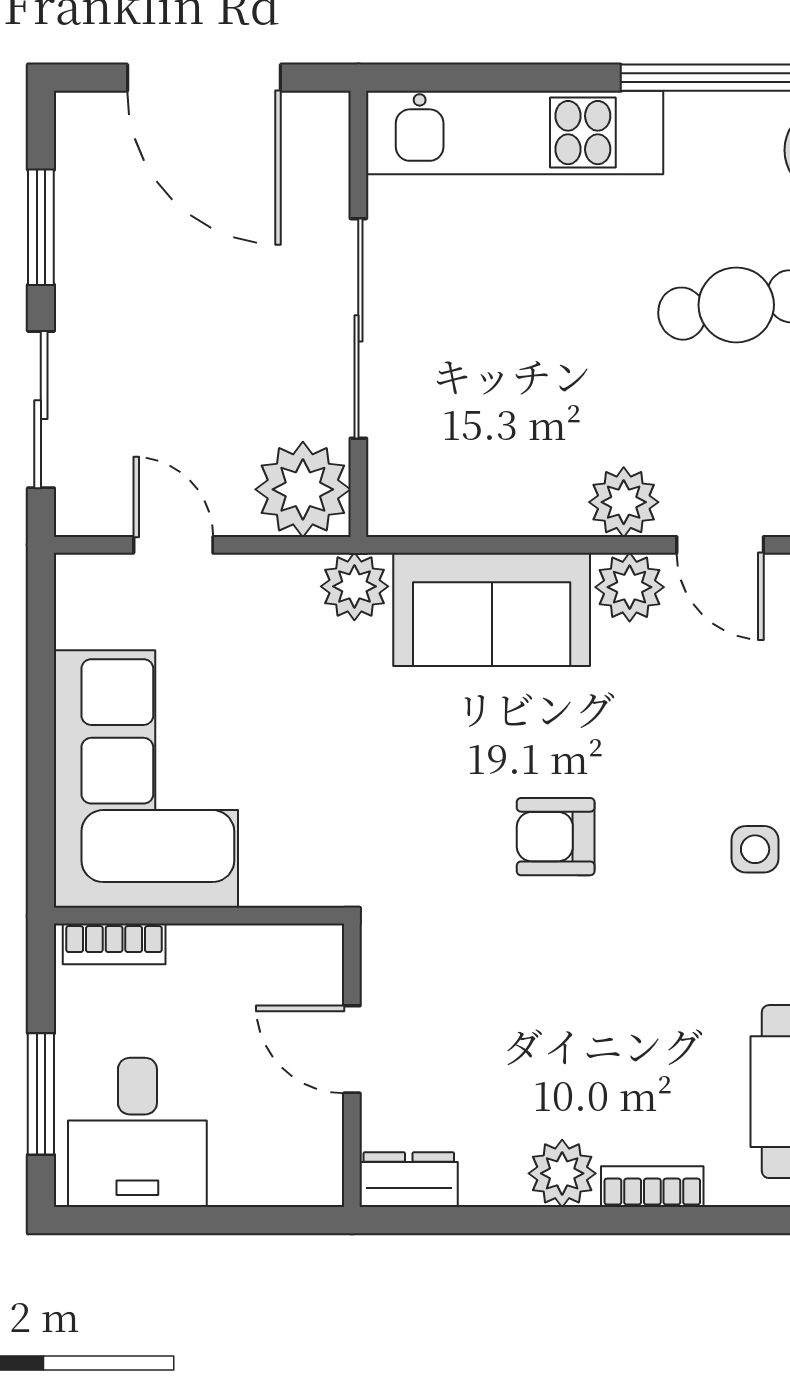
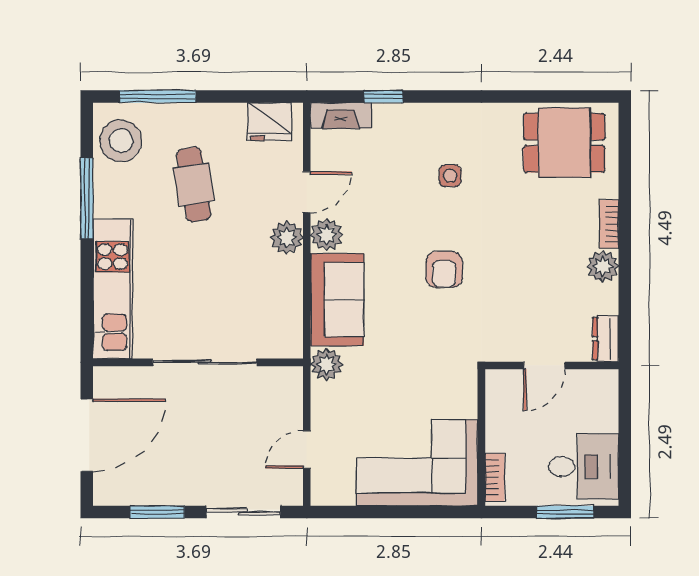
plant: (303, 489) -> (281, 389), removed

